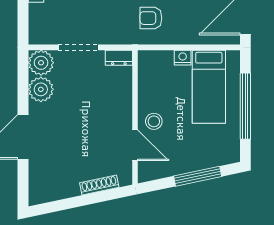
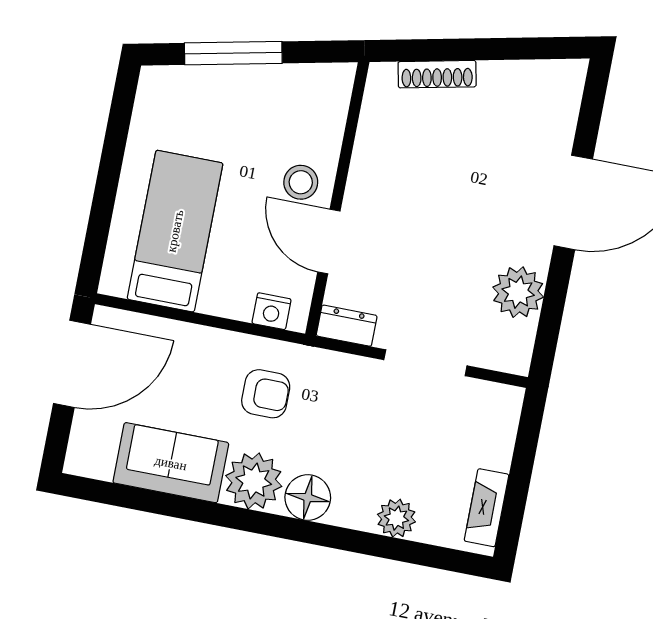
nightstand: (183, 58) -> (272, 311), moved
plant: (41, 63) -> (507, 346), removed
window: (245, 106) -> (108, 177), removed
door: (135, 145) -> (329, 241), moved

